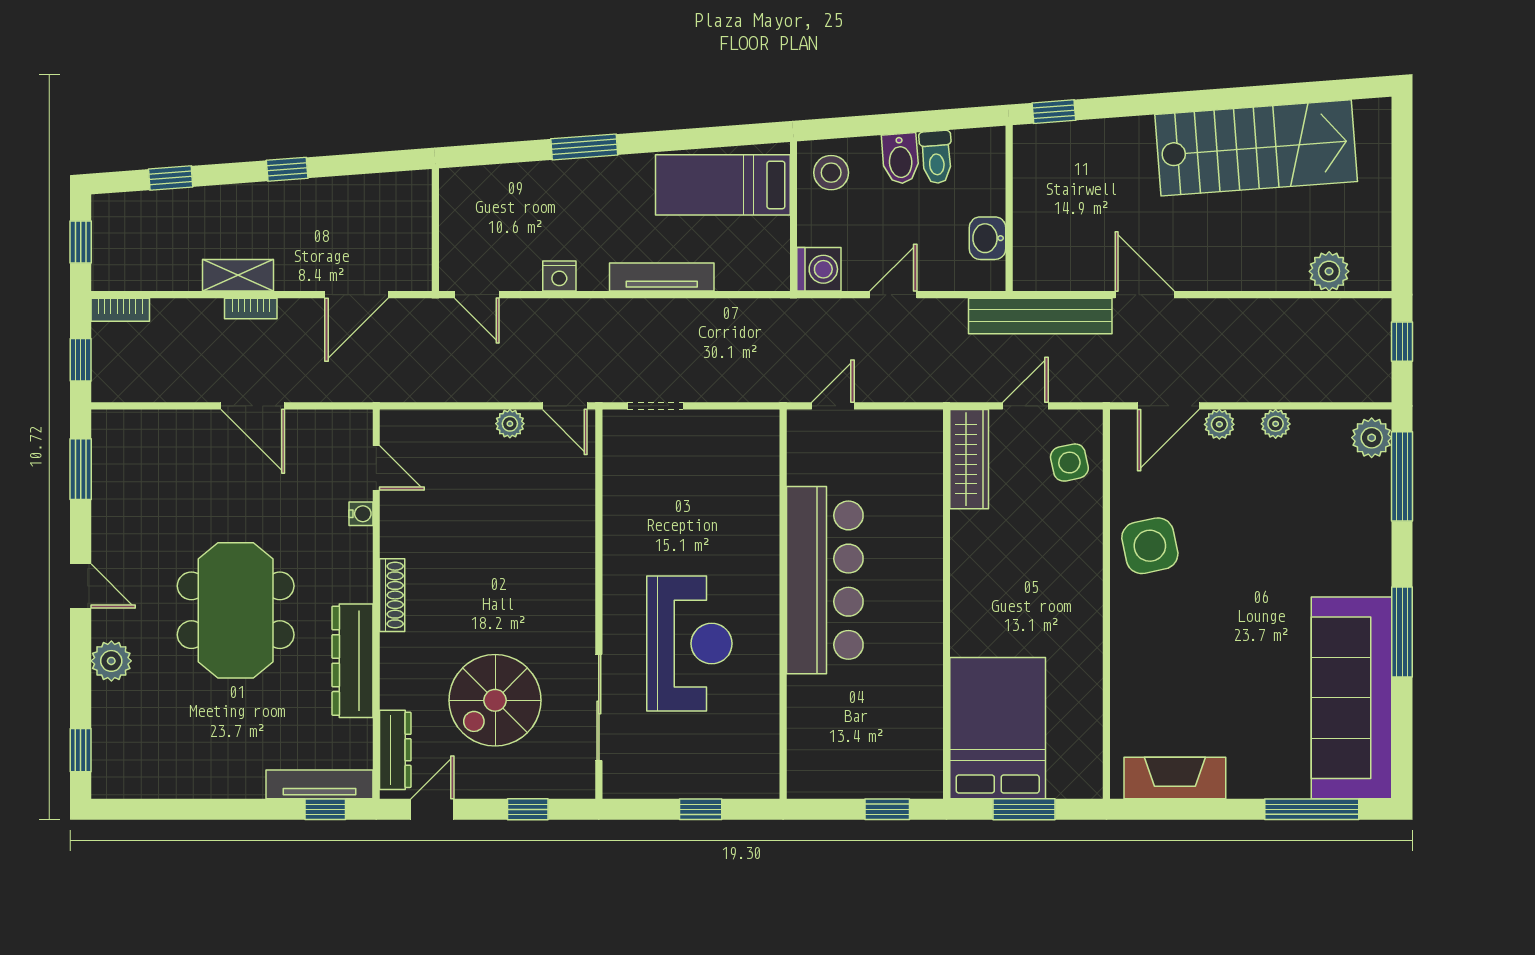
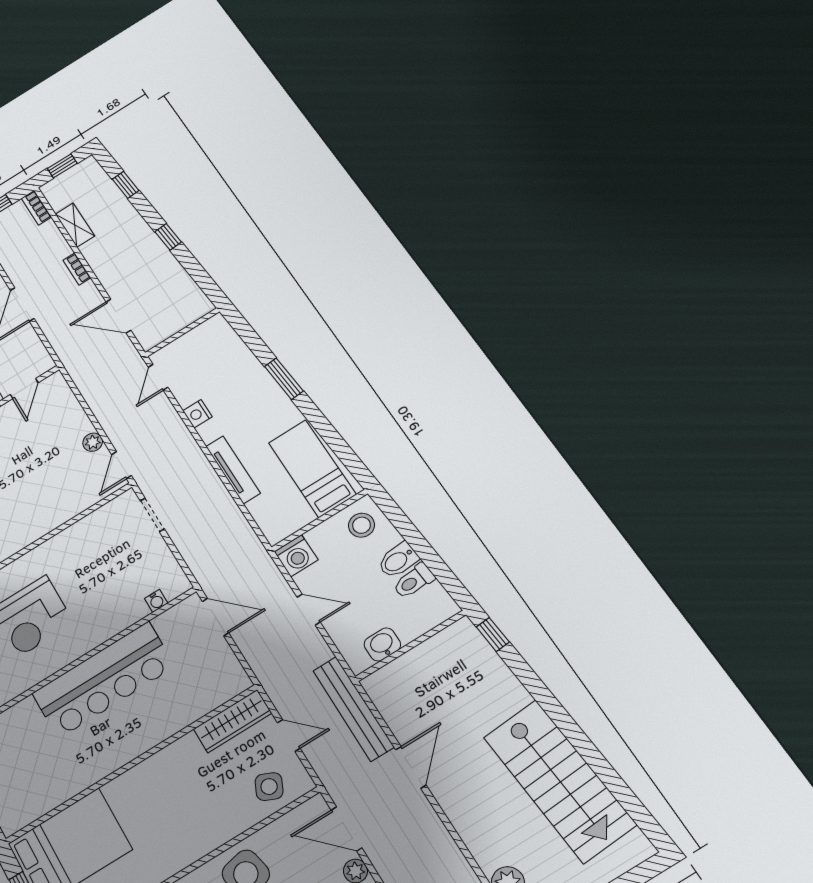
shelving: (238, 275) -> (75, 225), moved
door: (833, 406) -> (215, 617), width x1.38
water cooler: (768, 463) -> (156, 601), added
side table: (1069, 463) -> (269, 787), turned 37

